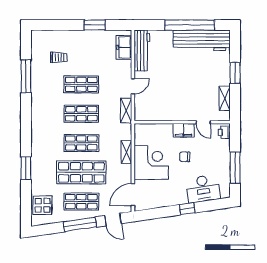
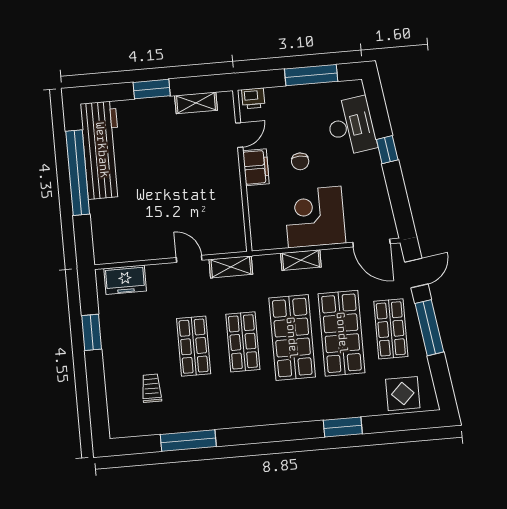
workbench: (142, 50) -> (128, 249), removed
shop shelf: (81, 143) -> (292, 338), width x1.43, depth x1.36

